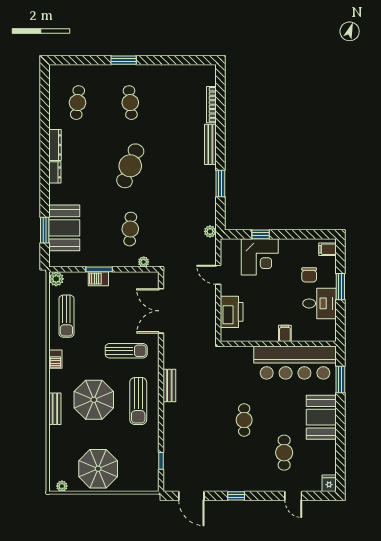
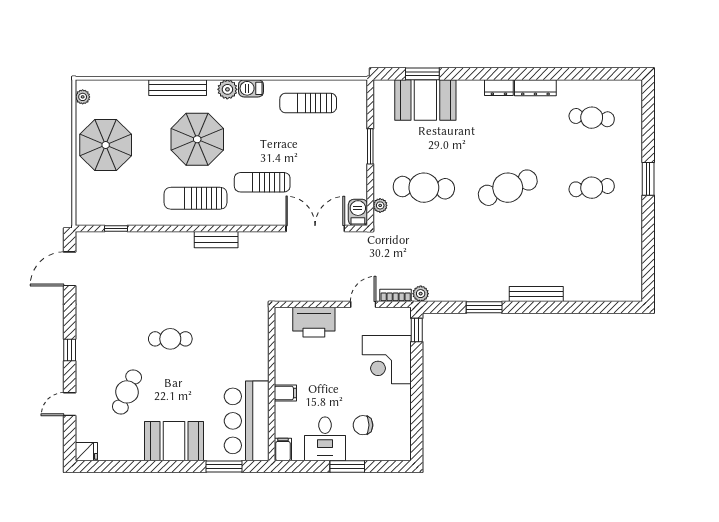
bookcase: (211, 105) -> (396, 295), moved, width x0.64
cafe table: (130, 166) -> (508, 188), turned -42
cafe table: (130, 229) -> (424, 188), width x1.37, depth x1.35
window: (261, 234) -> (417, 330), moved
filing cabinet: (327, 249) -> (283, 450), moved
plant: (56, 279) -> (227, 89), moved
barbecue: (98, 279) -> (358, 212), moved
sun lounger: (126, 351) -> (262, 182), turned 90
bar counter: (295, 363) -> (247, 421), width x0.73
bench: (55, 409) -> (178, 88), width x1.36
cafe table: (284, 453) -> (127, 392), turned -66
window: (236, 496) -> (70, 350), moved

